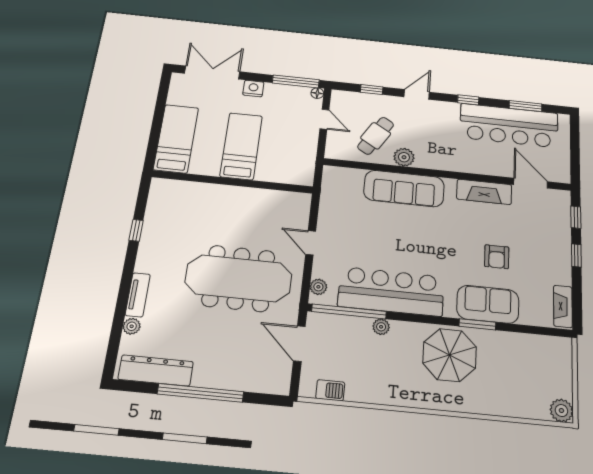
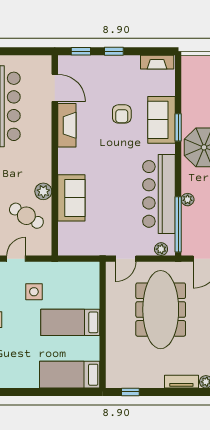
side table: (281, 134) -> (34, 292), added
bed: (176, 139) -> (70, 375), moved
bed: (241, 146) -> (70, 322), moved
wall: (233, 182) -> (103, 325), moved
door: (531, 183) -> (55, 88), swing flipped
sofa: (404, 189) -> (71, 198), width x0.73
armchair: (497, 257) -> (122, 114), turned 90

